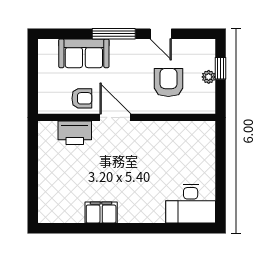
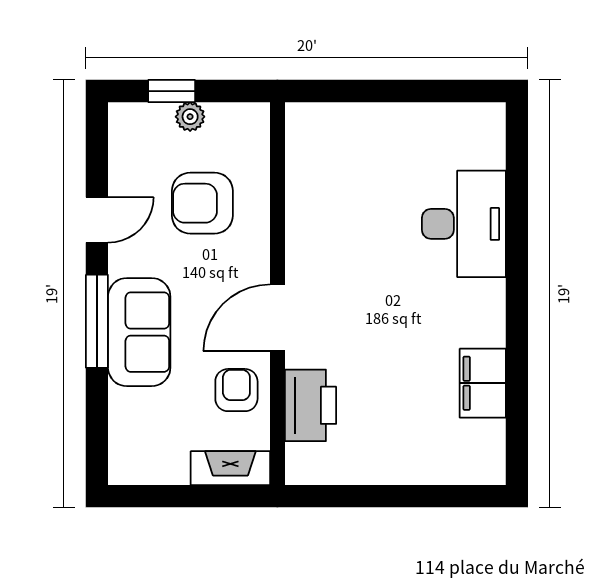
sofa: (84, 53) -> (139, 332), moved
fireplace: (46, 96) -> (230, 468), added
desk: (191, 204) -> (464, 224), moved
filing cabinet: (101, 213) -> (483, 383), moved

